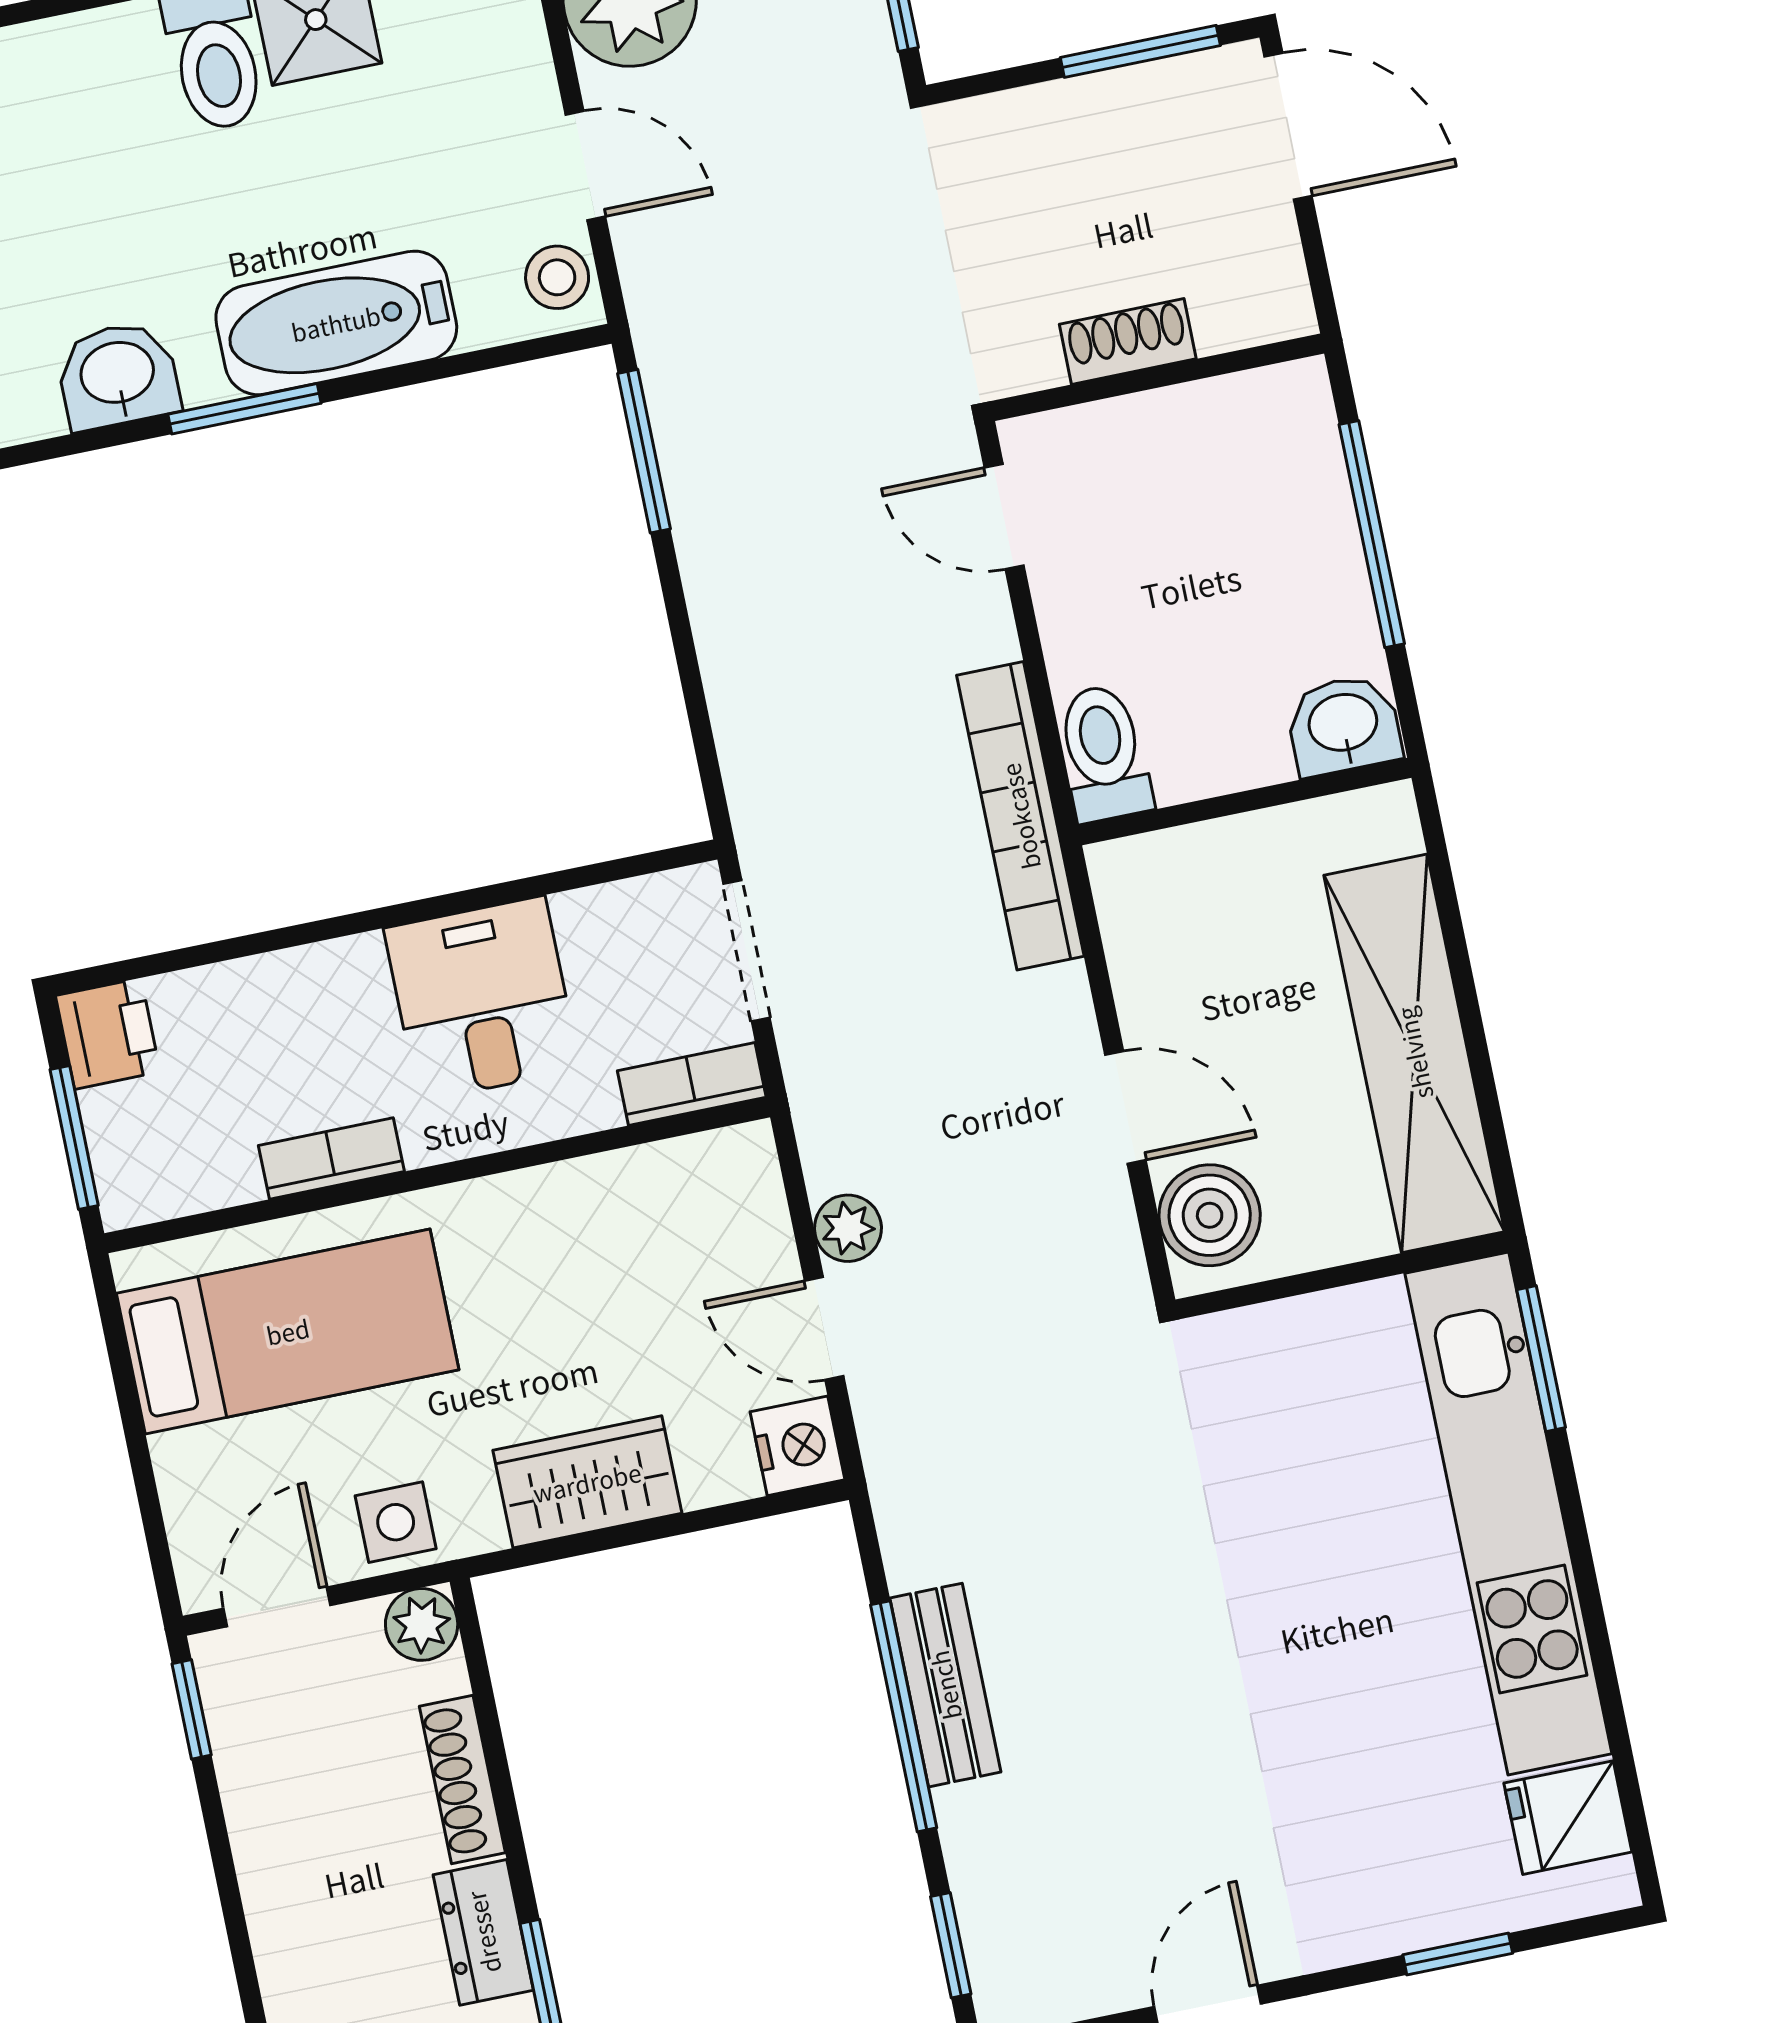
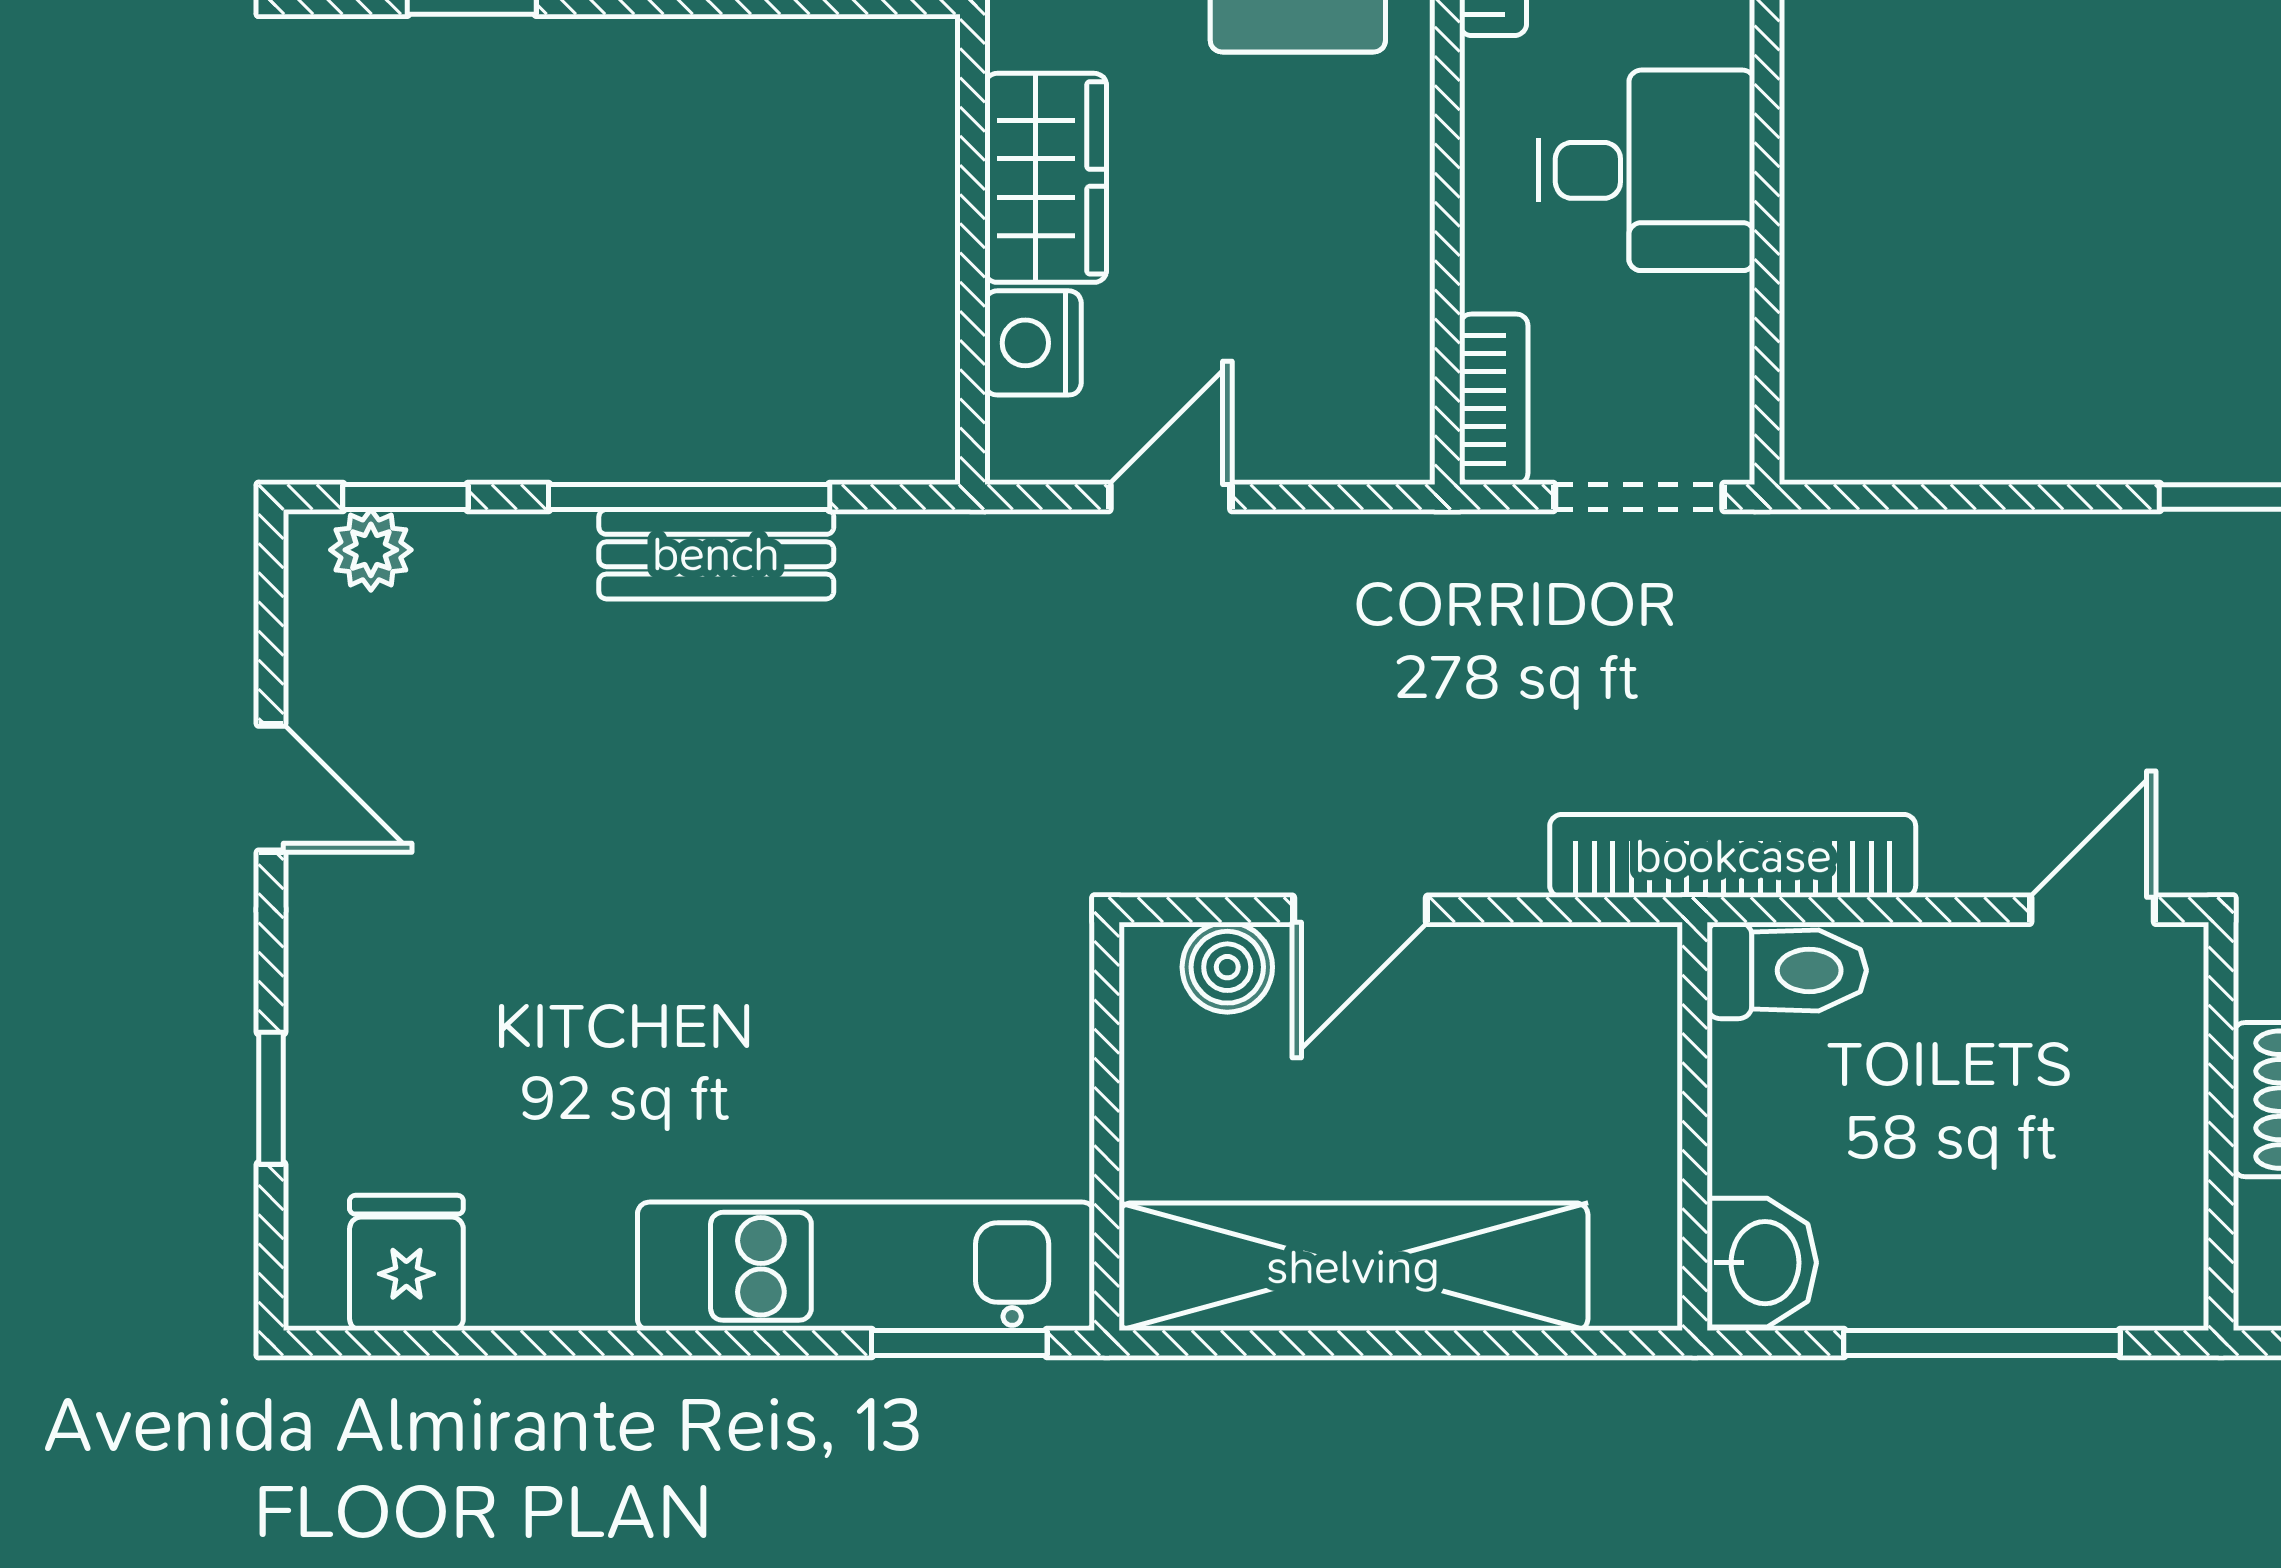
boiler: (1210, 1215) -> (1227, 967), width x0.73, depth x0.73
plant: (848, 1228) -> (371, 550), moved
nightstand: (797, 1446) -> (1033, 343), moved, turned 90
kitchen unit: (1508, 1513) -> (866, 1266), width x0.73

